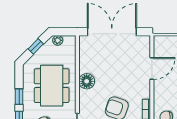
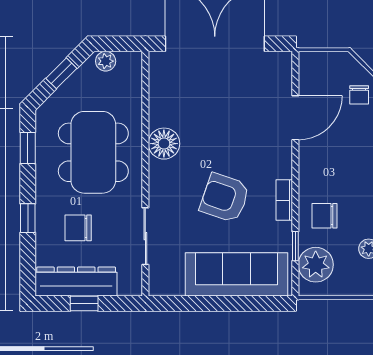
window: (19, 97) -> (28, 148), moved

